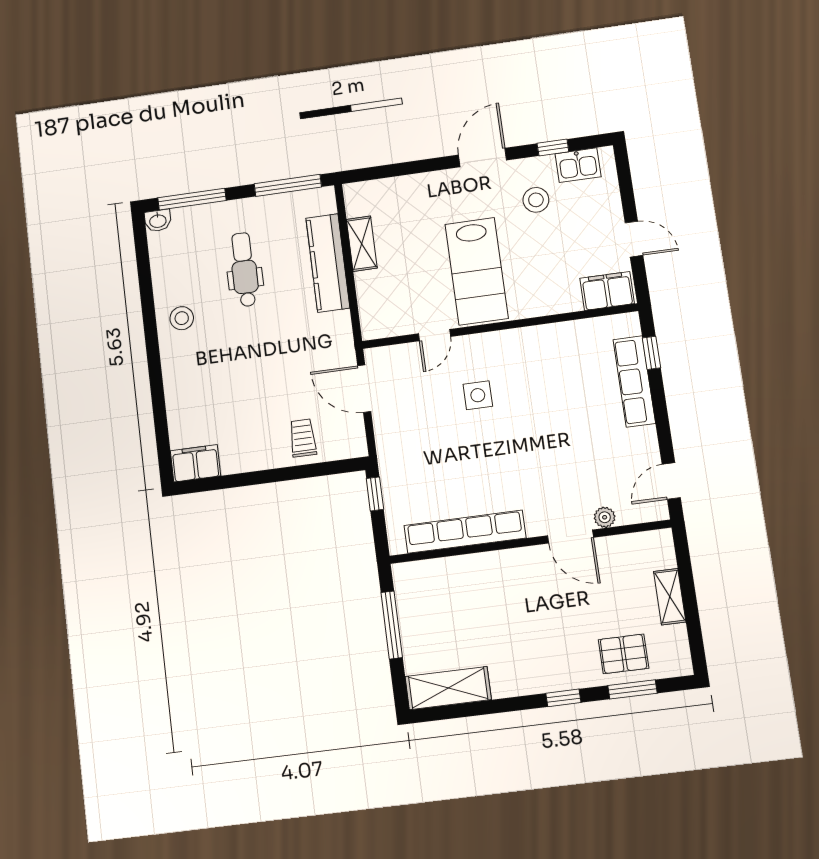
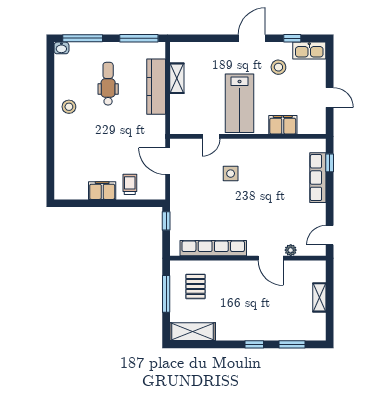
kitchen sink: (578, 165) -> (309, 51), width x1.38
filing cabinet: (607, 291) -> (283, 125), moved
filing cabinet: (195, 463) -> (102, 191), moved
pallet: (623, 654) -> (195, 286), moved, turned 90

